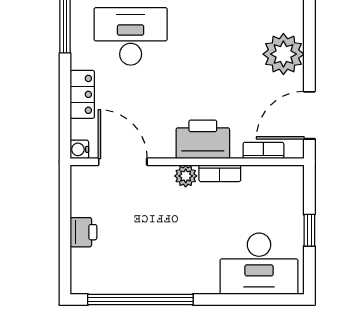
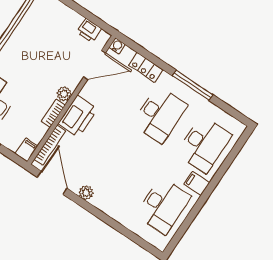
plant: (283, 54) -> (86, 193), width x0.53, depth x0.53
bookcase: (263, 150) -> (50, 145), width x1.56
filing cabinet: (289, 176) -> (27, 150), added
printer: (84, 232) -> (89, 30), moved

